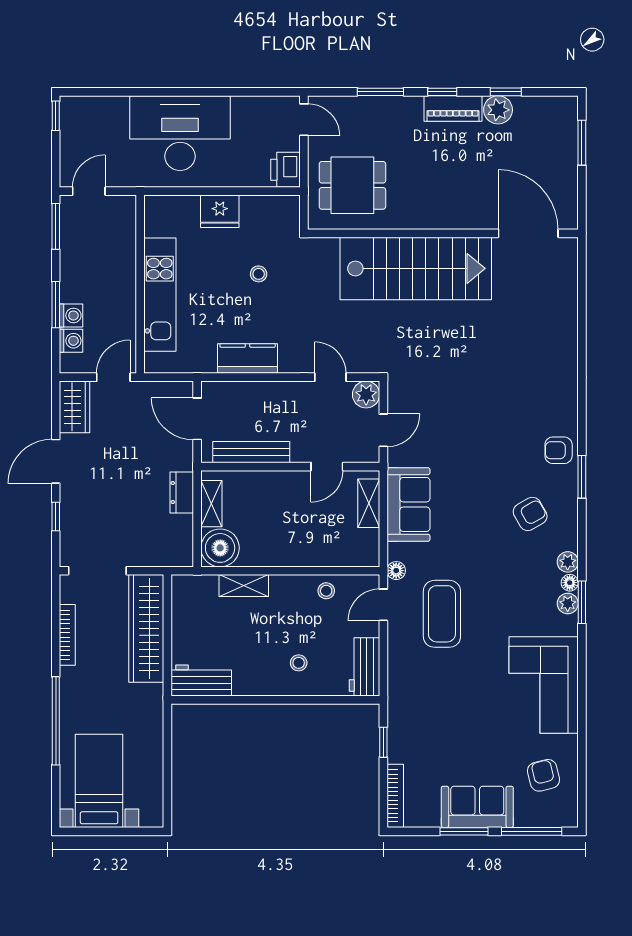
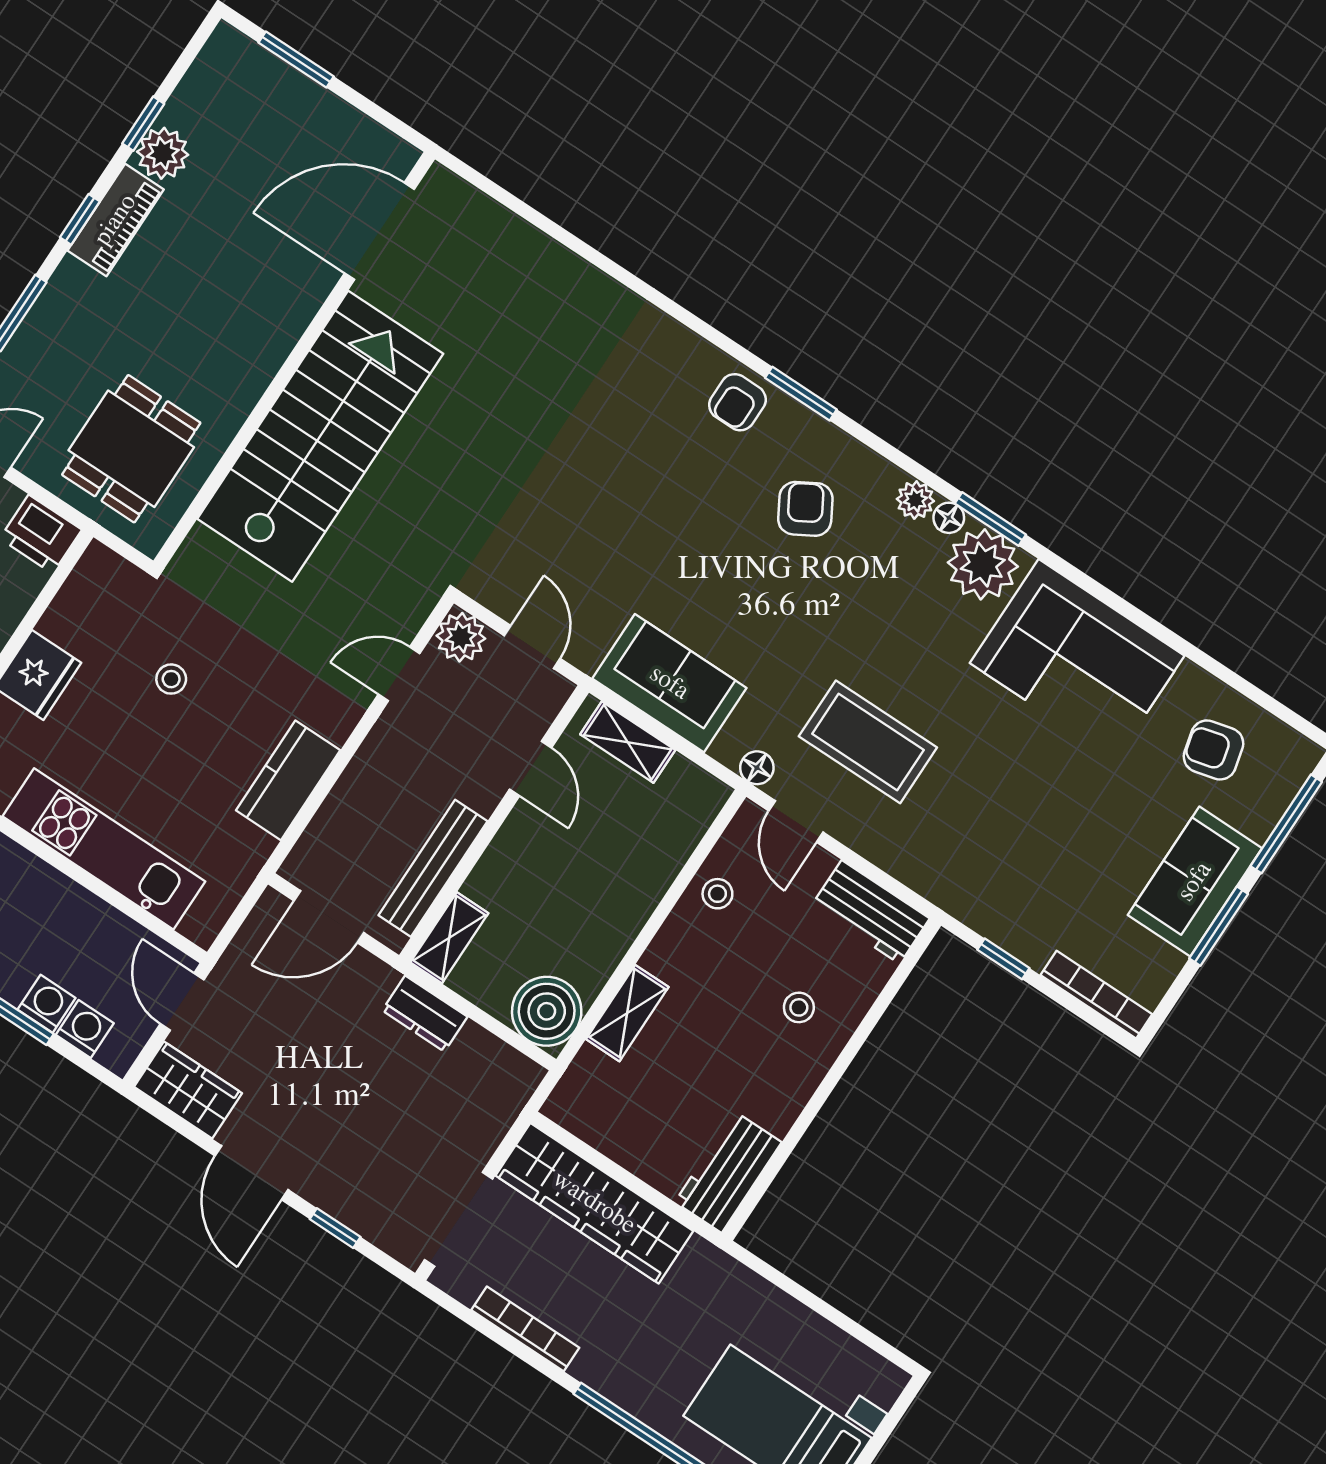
shelving: (211, 504) -> (449, 938), moved, turned 90
plant: (568, 604) -> (983, 564), width x1.88, depth x1.88

